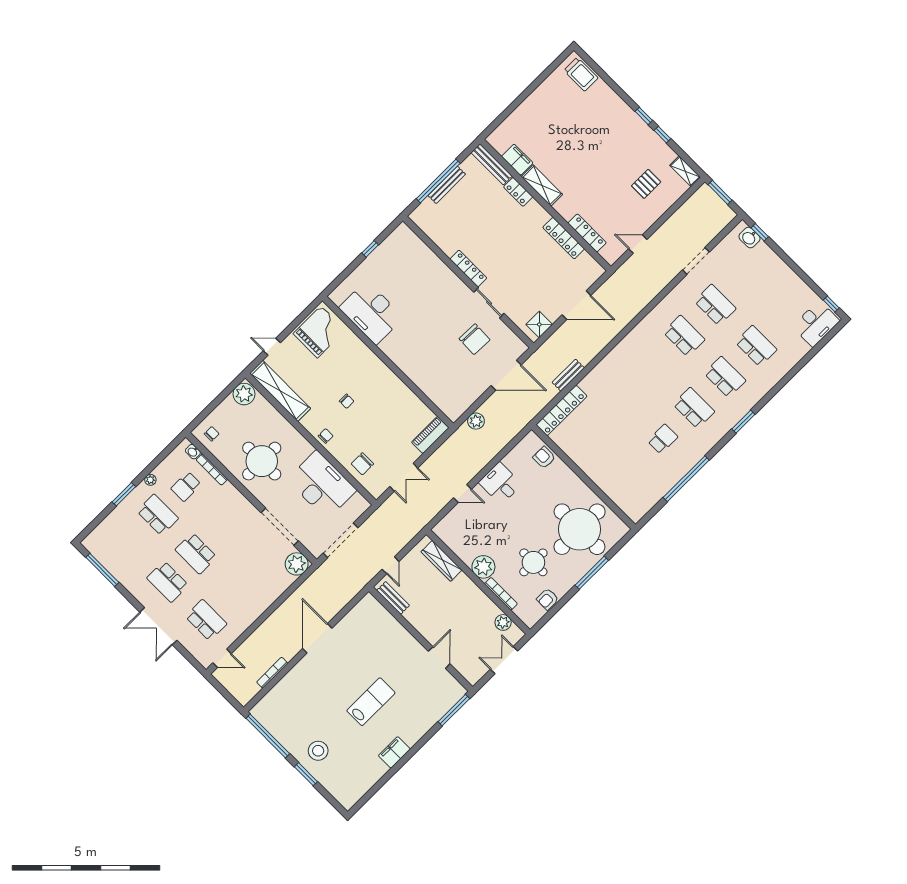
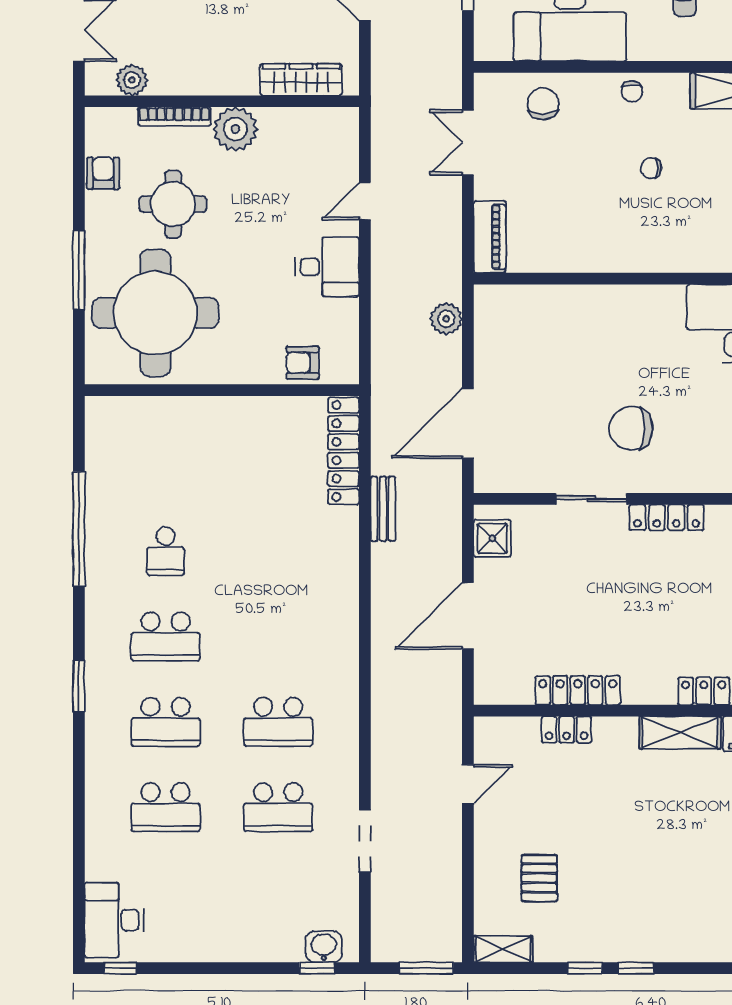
locker: (587, 233) -> (567, 730), width x0.66
chair: (475, 339) -> (631, 428), moved
armchair: (544, 457) -> (303, 363), turned 180

